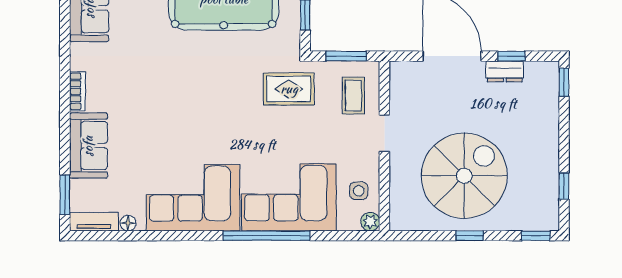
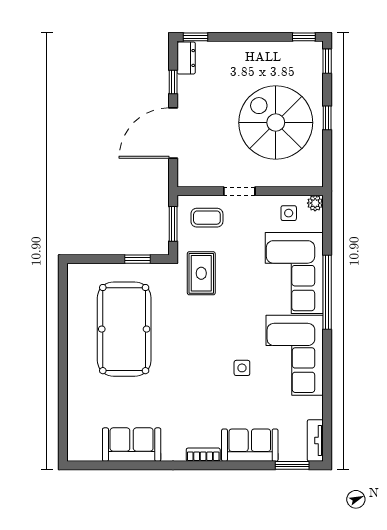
dresser: (505, 71) -> (186, 58), moved
side table: (178, 136) -> (242, 368), added
window: (564, 186) -> (304, 37), moved
floor lamp: (128, 223) -> (316, 411), removed

